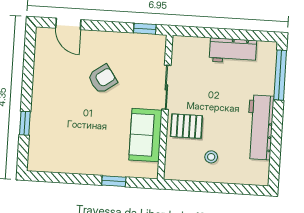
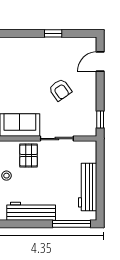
workbench: (233, 51) -> (88, 187), width x1.38
window: (25, 123) -> (53, 33), moved

